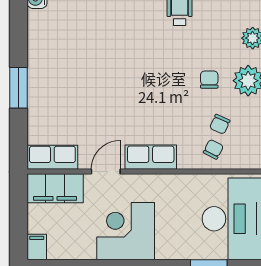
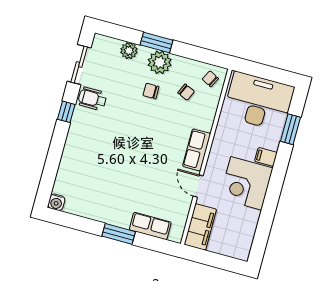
chair: (213, 149) -> (210, 79), moved
row of seats: (52, 157) -> (150, 226), moved, turned 90
filing cabinet: (37, 247) -> (266, 157), moved

